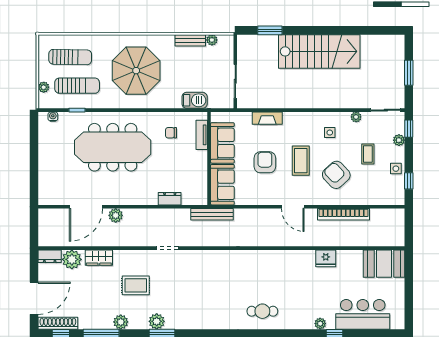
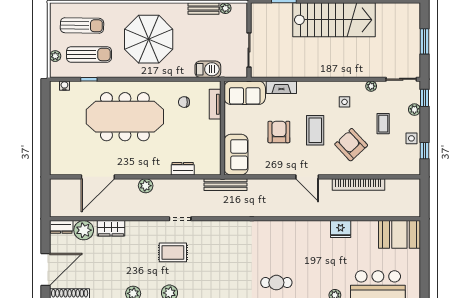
sofa: (222, 143) -> (245, 93), moved, turned 90
plant: (116, 215) -> (146, 186), moved
rug: (136, 285) -> (173, 252), moved

